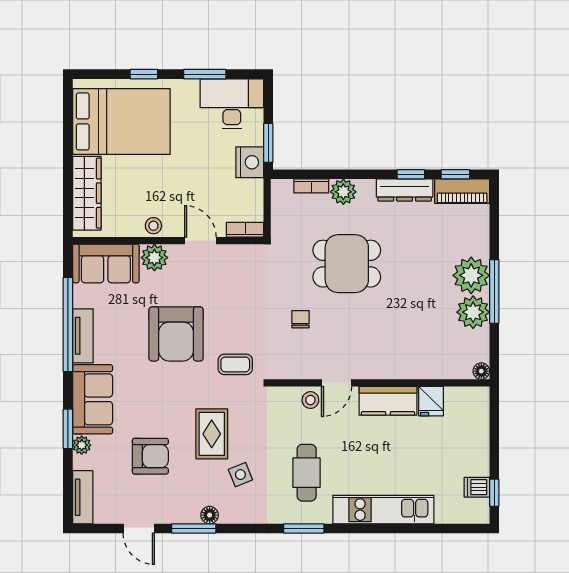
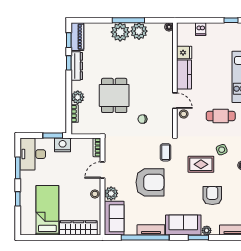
bed: (121, 121) -> (47, 210), width x0.67
dishwasher: (477, 487) -> (201, 29), moved

